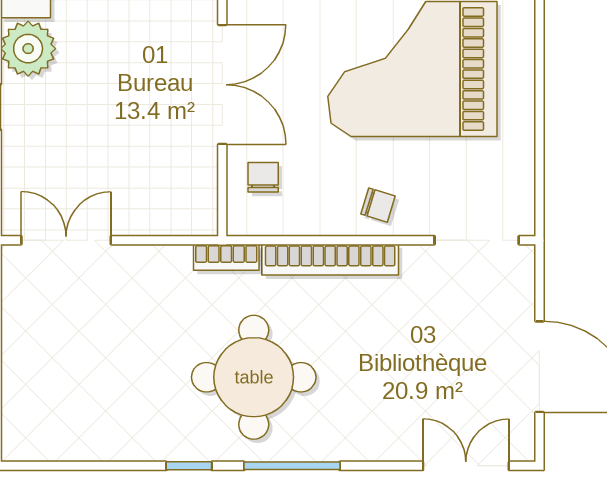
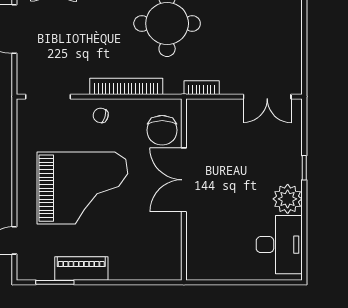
chair: (263, 177) -> (162, 130), width x1.87, depth x1.87
bookcase: (226, 257) -> (202, 88), moved

